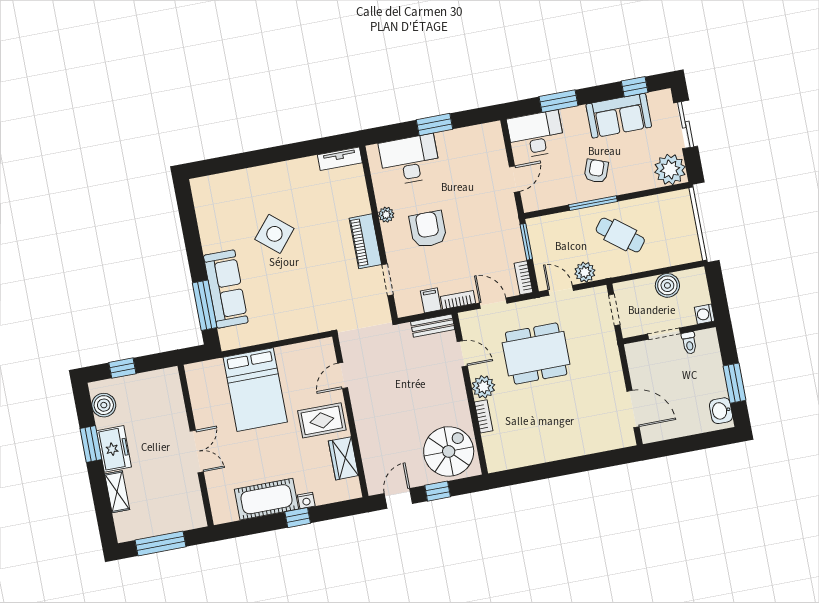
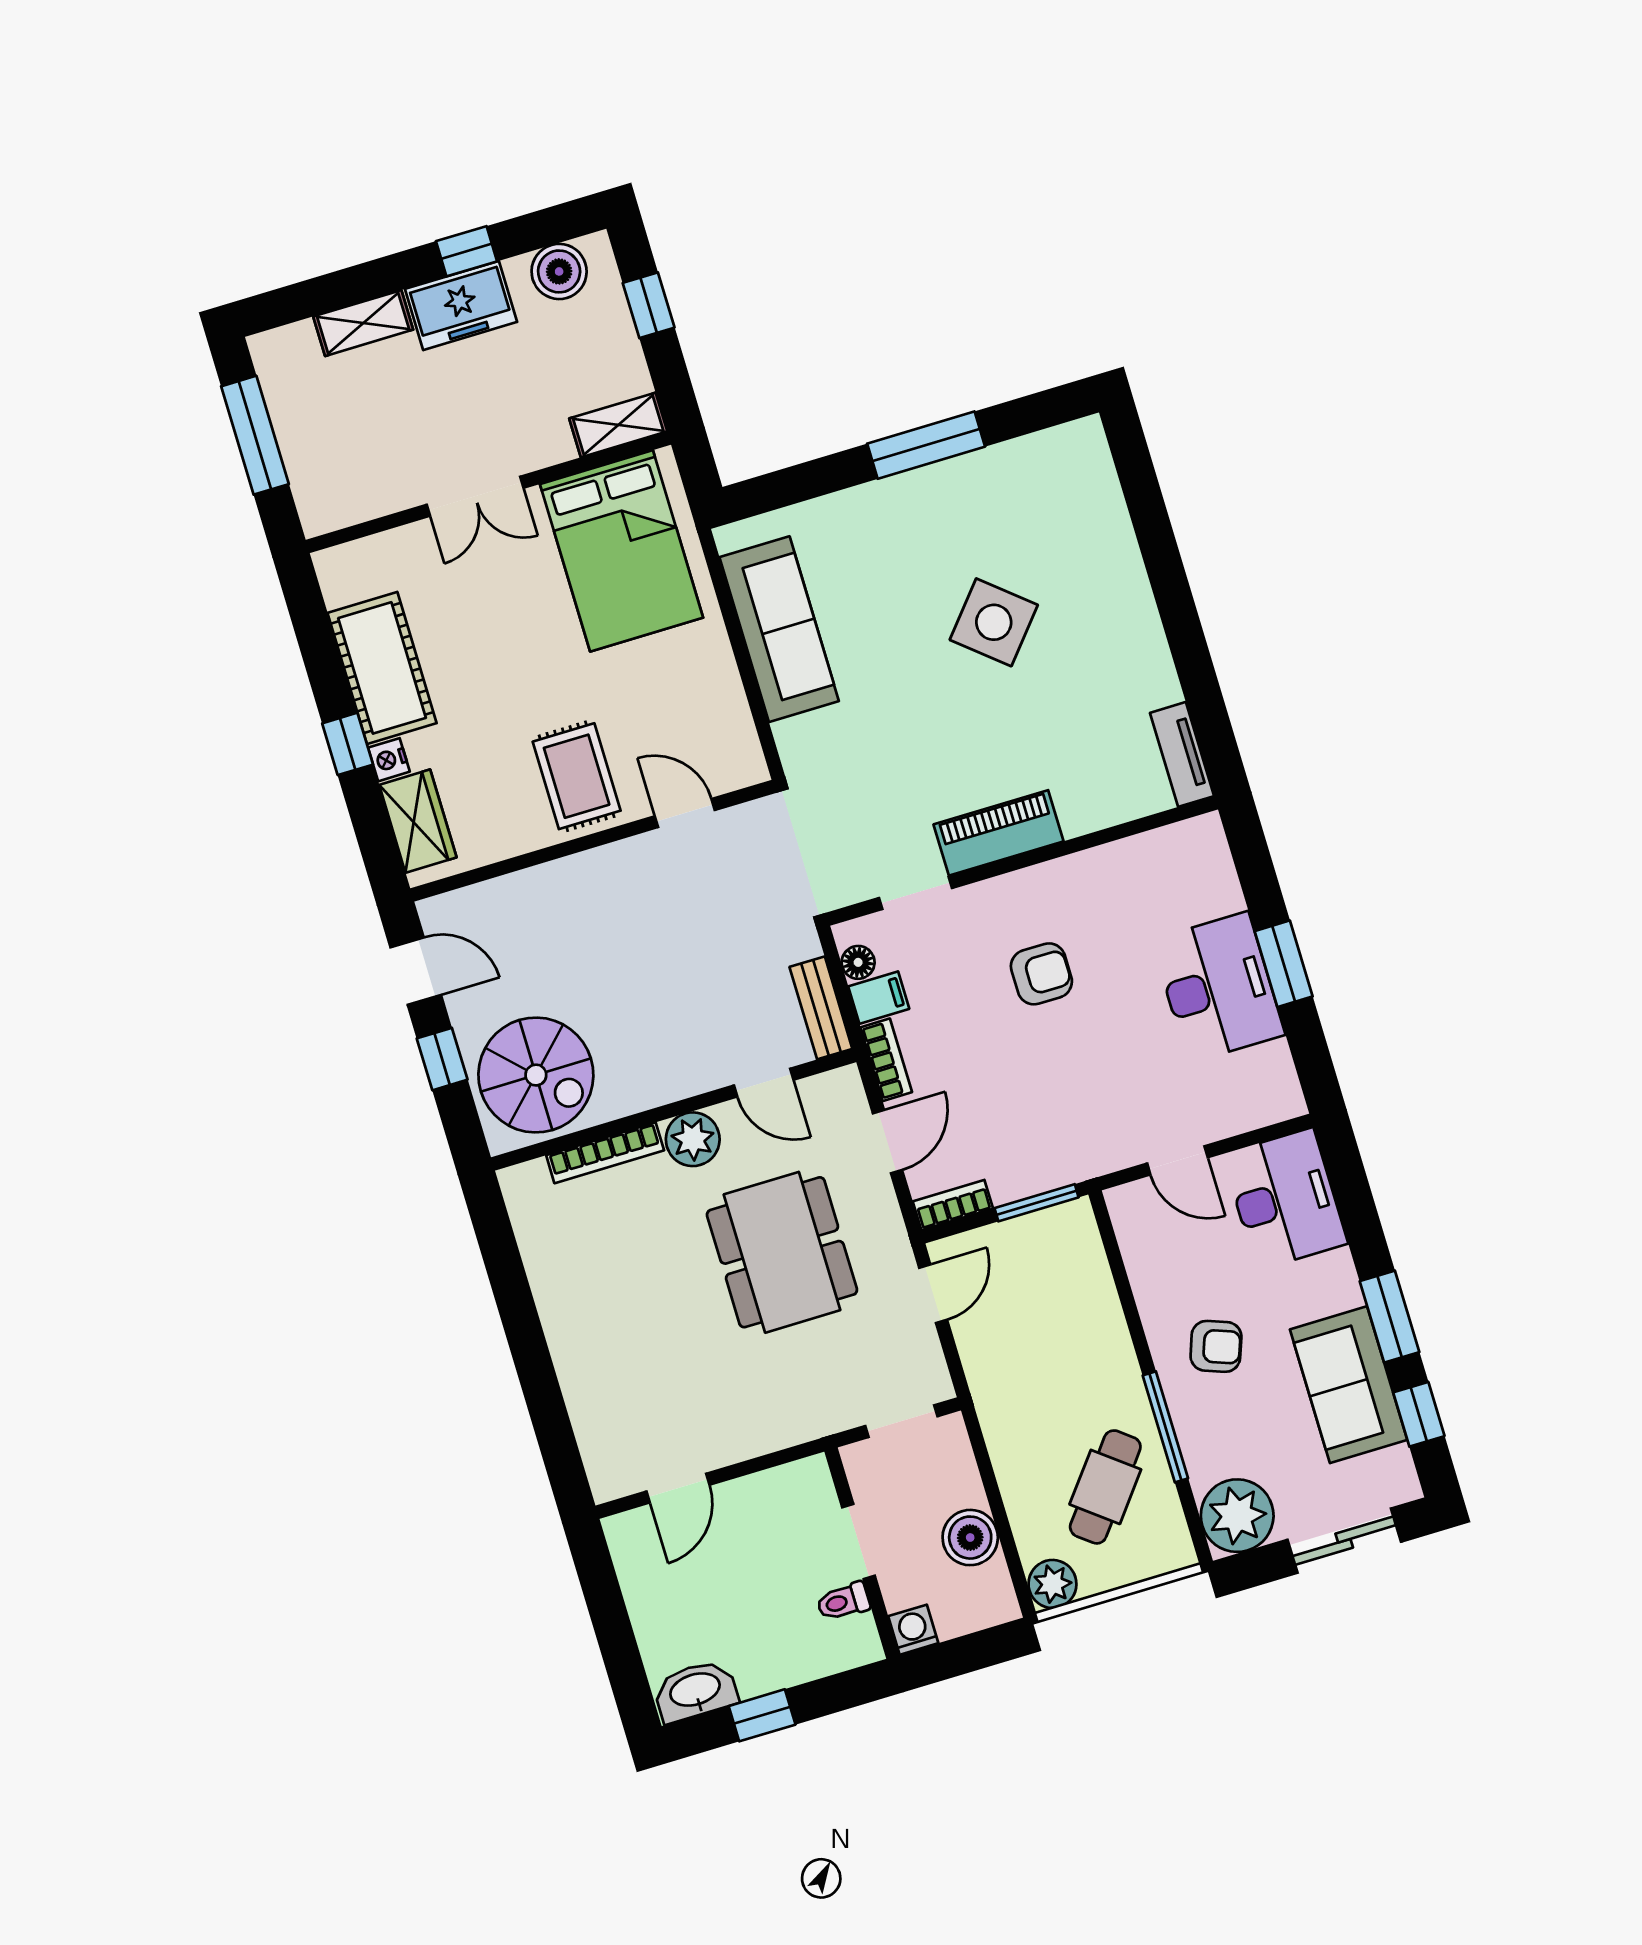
window: (558, 101) -> (1390, 1317), moved
desk: (410, 160) -> (1218, 987), moved
window: (593, 203) -> (1165, 1427), moved
plant: (386, 215) -> (1065, 874), removed
armchair: (428, 229) -> (1041, 974), width x0.72, depth x0.72
cafe table: (620, 235) -> (1105, 1487), moved
plant: (585, 272) -> (1052, 1584), moved
sofa: (226, 289) -> (779, 629), moved, turned -90
window: (205, 305) -> (926, 445), moved
floor lamp: (415, 308) -> (858, 962), added
door: (462, 354) -> (764, 1083), hinge flipped
window: (735, 383) -> (762, 1715), width x0.67
shelving: (172, 387) -> (618, 425), added
bed: (255, 390) -> (621, 551), moved, turned -90
door: (633, 409) -> (678, 1488), width x0.73
washbasin: (721, 411) -> (695, 1691), width x1.38
bookcase: (484, 416) -> (605, 1153), width x1.56
window: (91, 444) -> (467, 251), width x0.67
wardrobe: (343, 458) -> (418, 821), moved, turned 90

